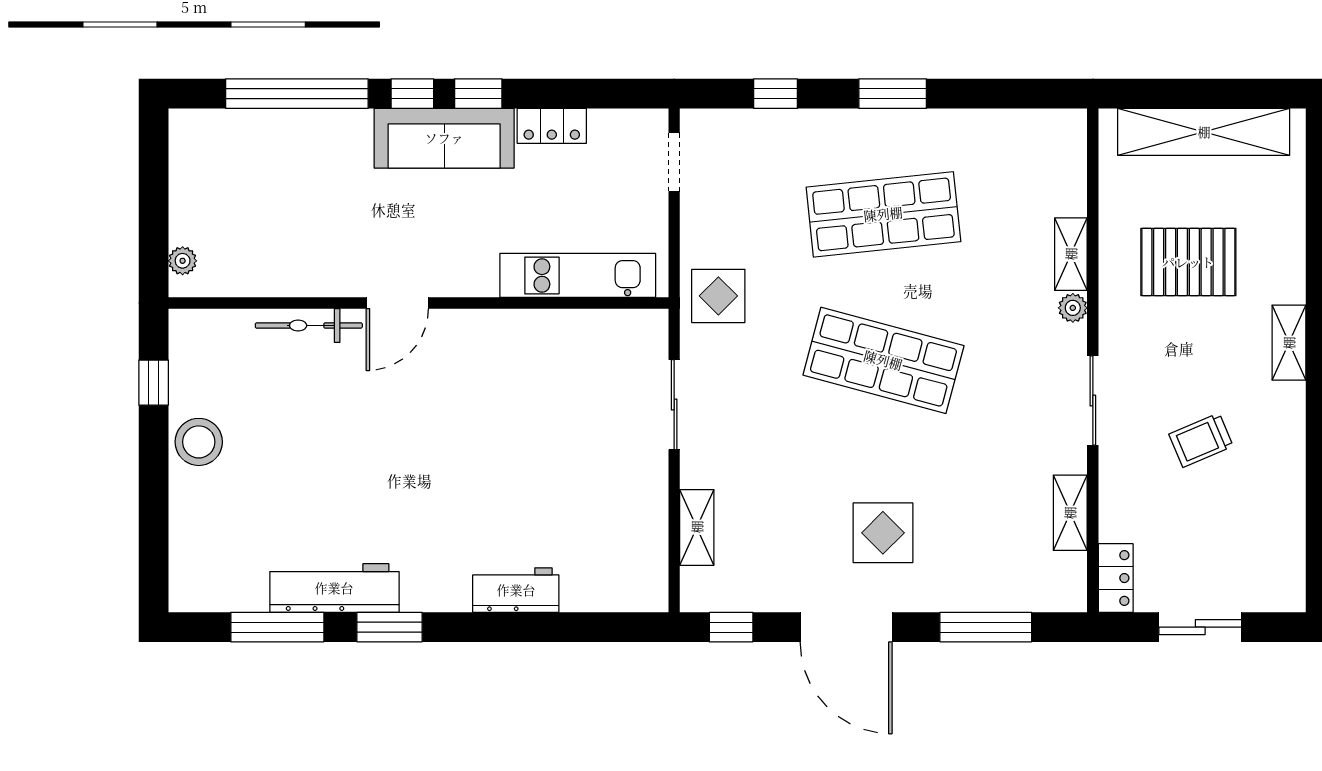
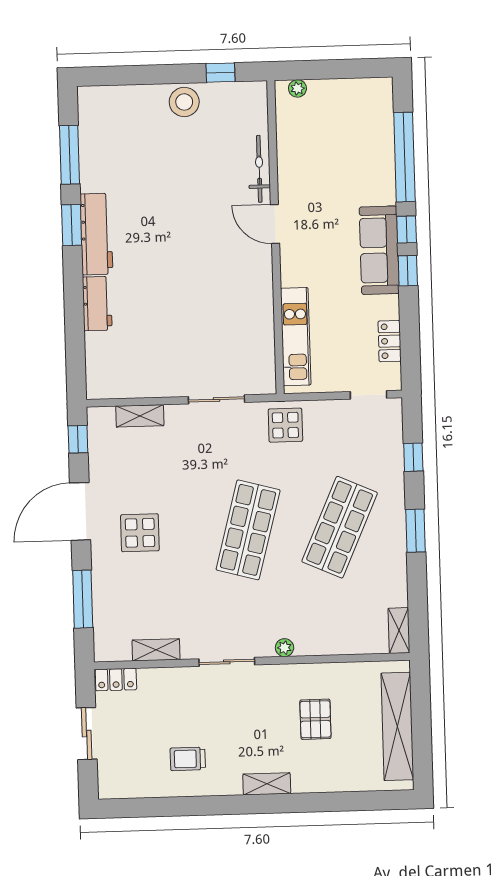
locker: (552, 126) -> (390, 341), moved
shop shelf: (883, 214) -> (340, 527), turned 30
shelving: (1071, 254) -> (399, 631), moved, turned 90
pallet: (1188, 262) -> (315, 719), width x0.67, depth x0.71
trolley: (1201, 440) -> (188, 759), moved, turned -67
workbench: (334, 588) -> (96, 234), moved

